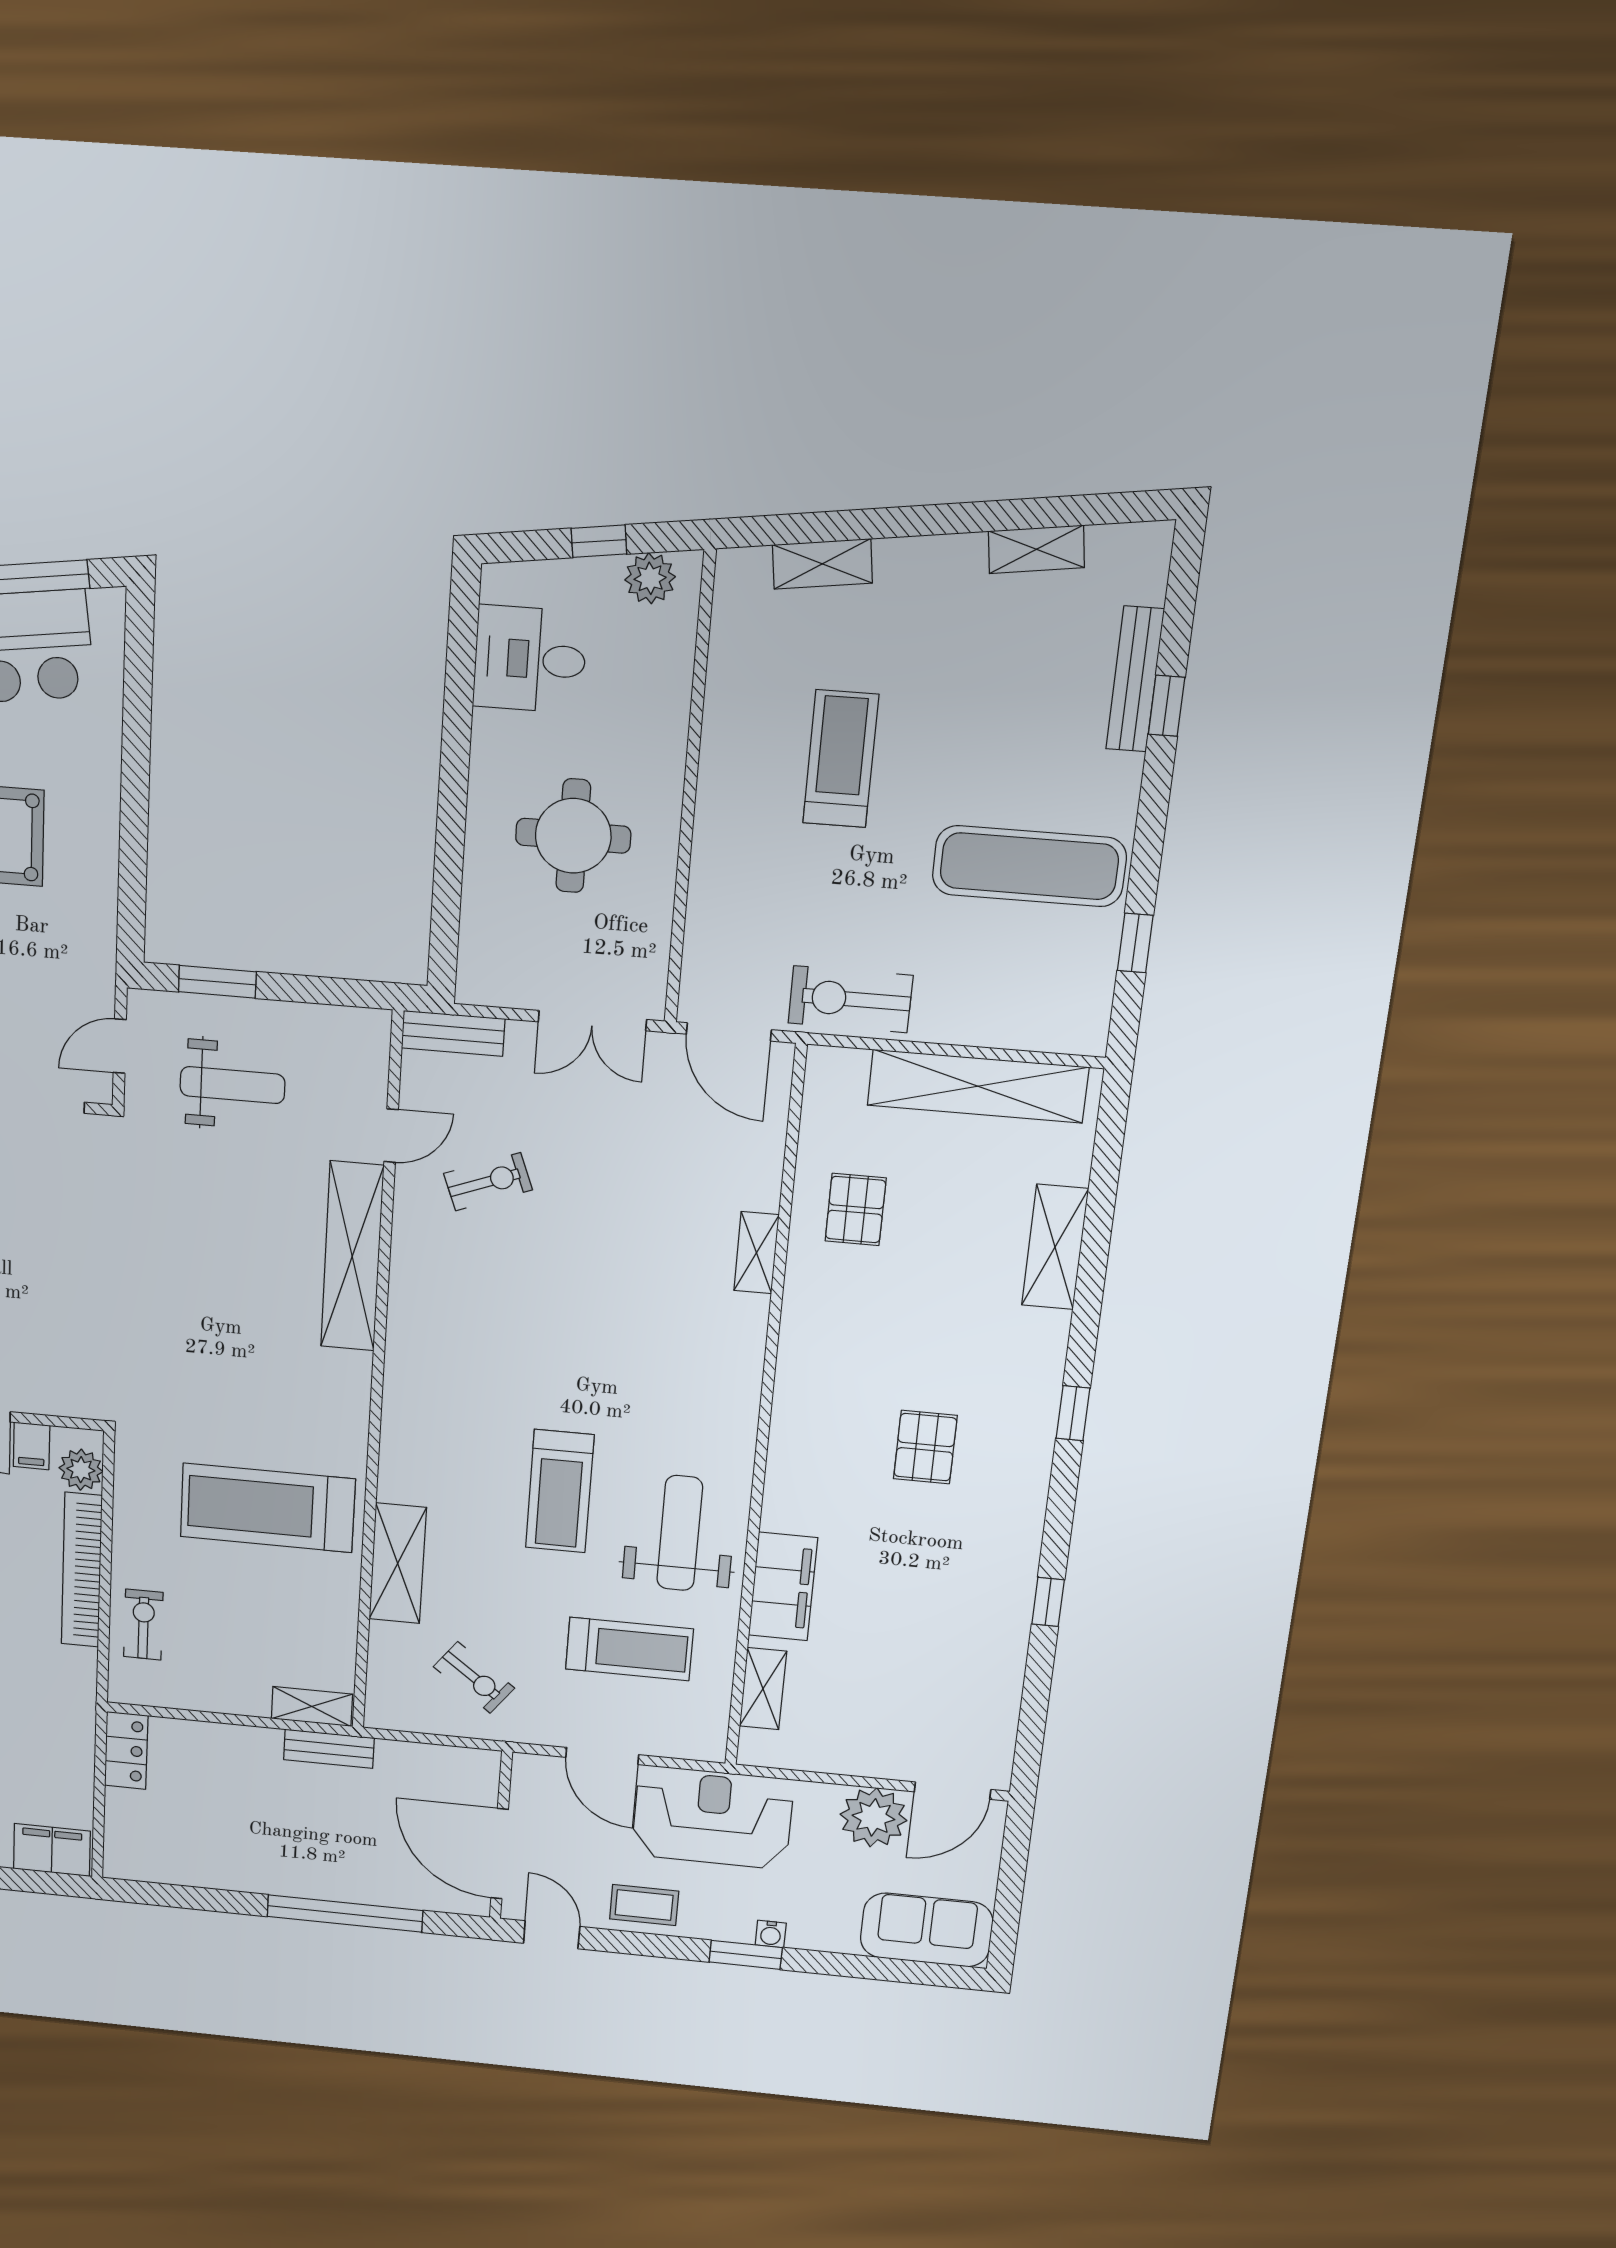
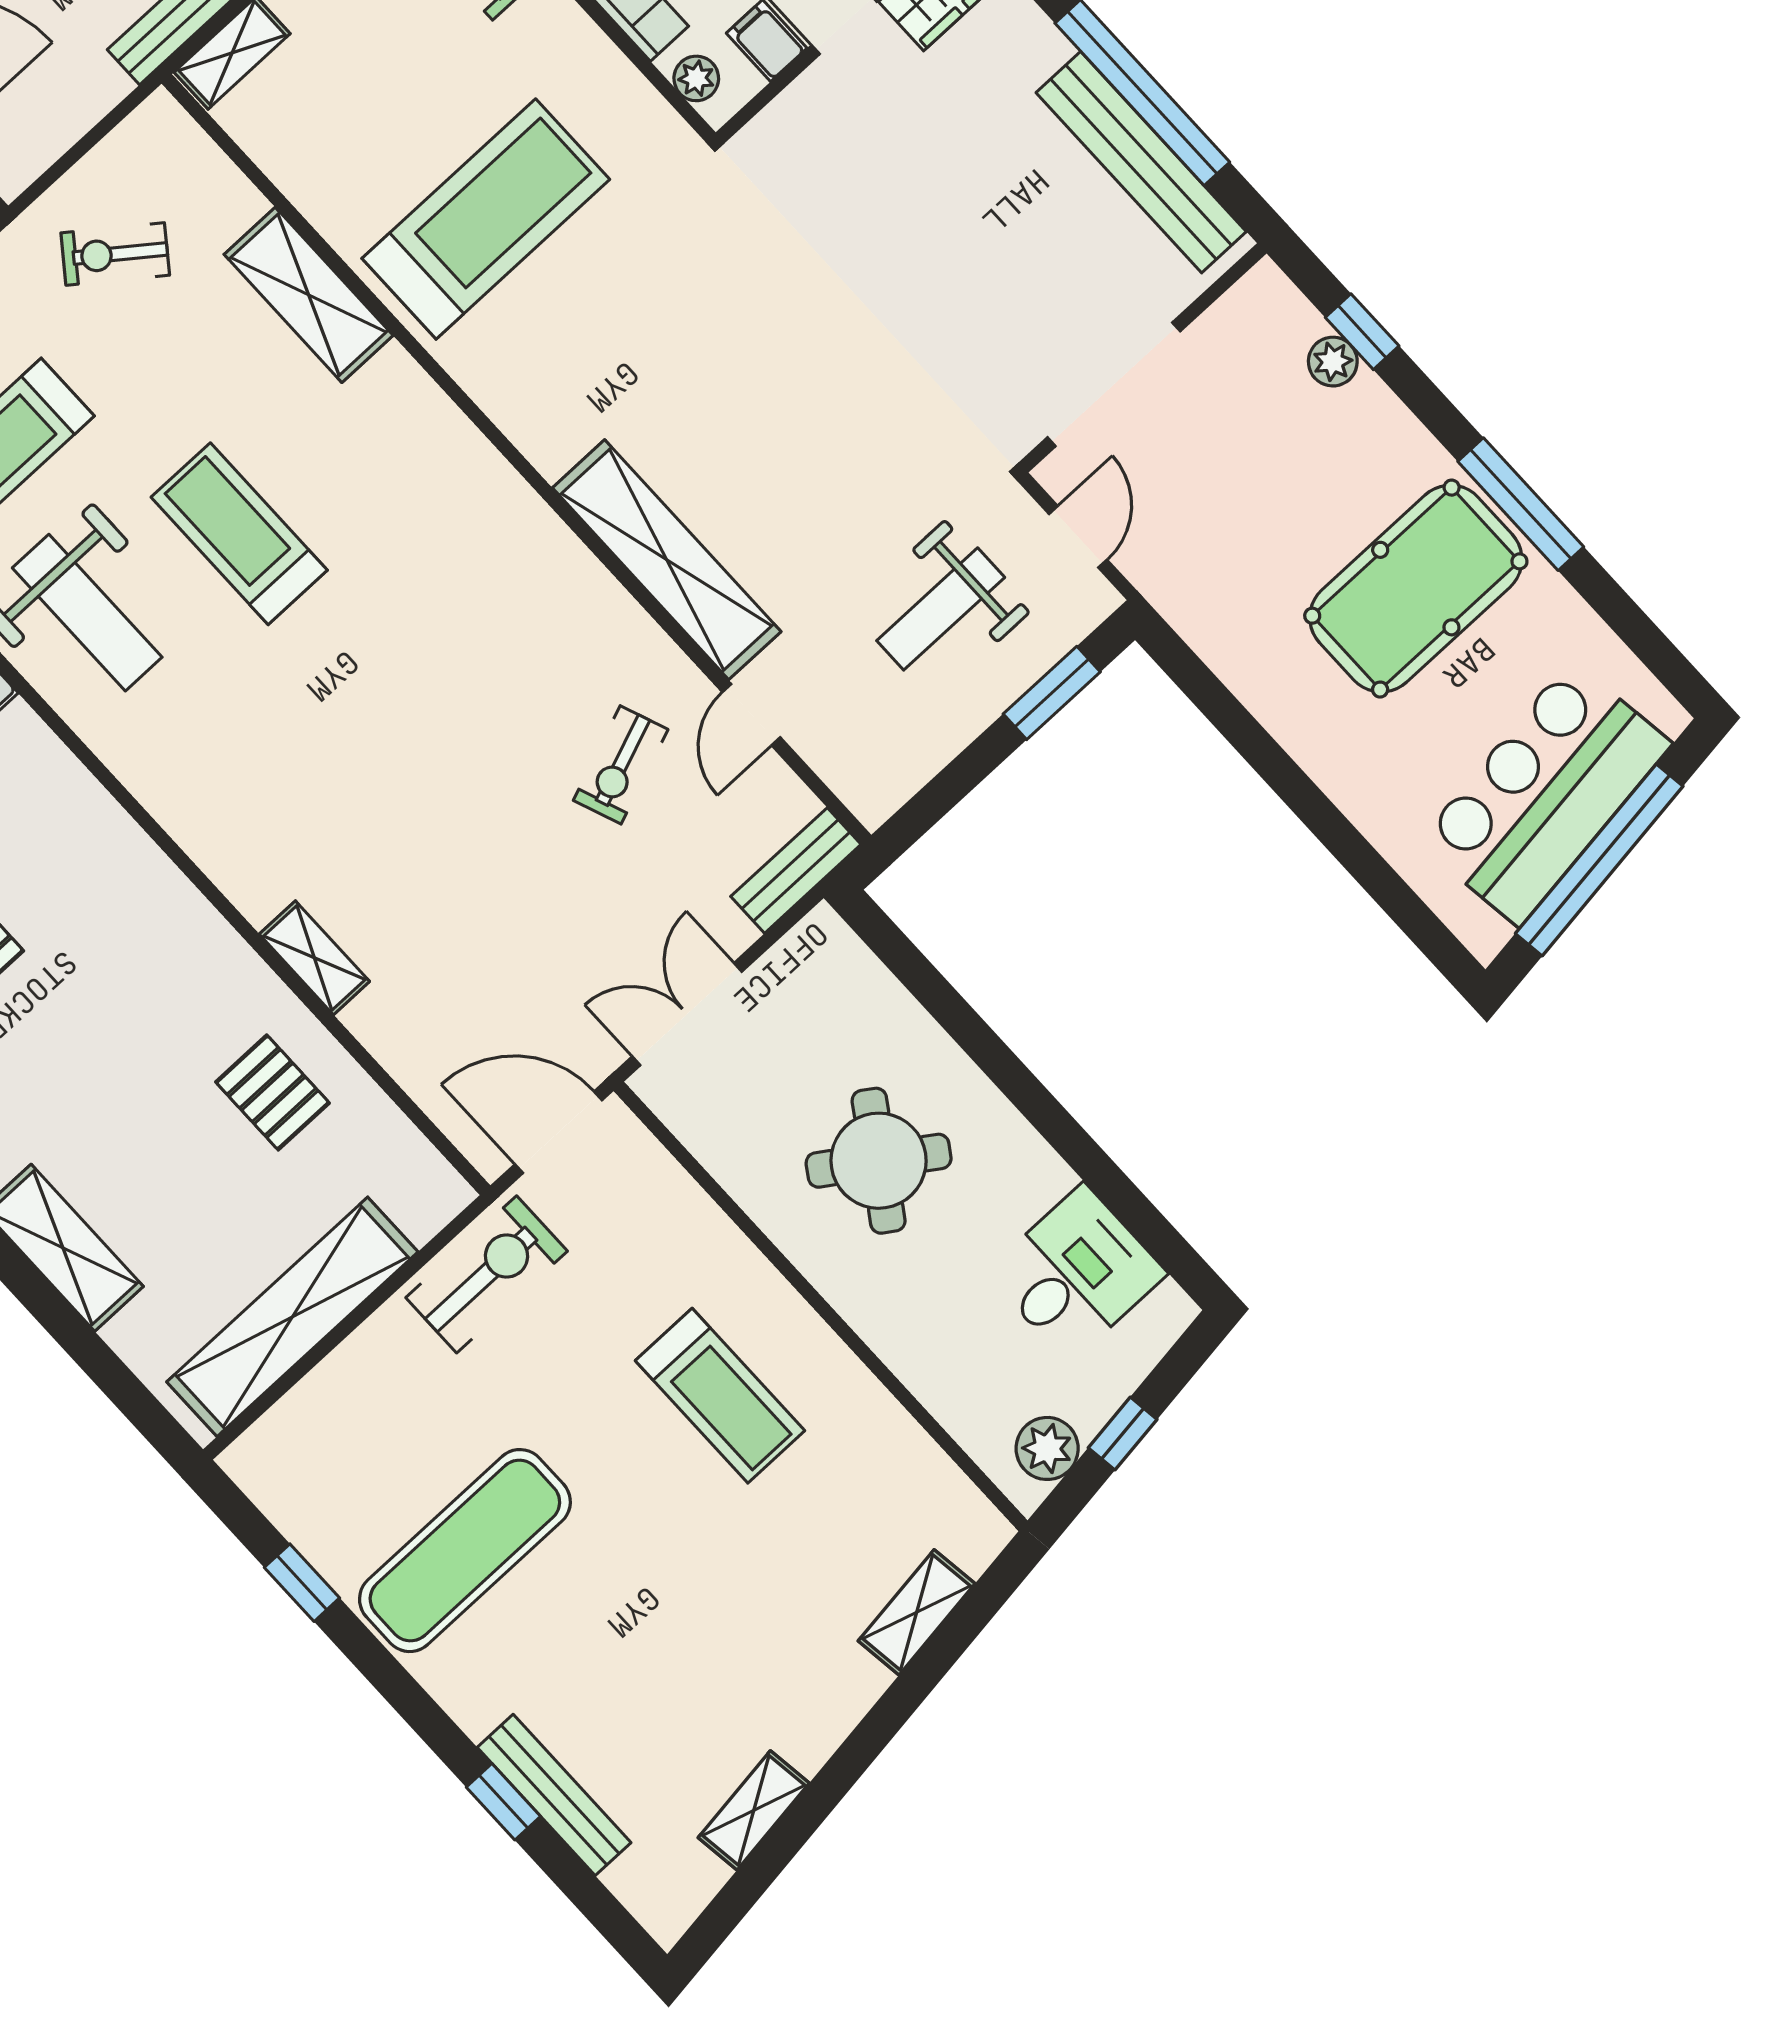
treadmill: (841, 759) -> (720, 1396), moved
round table: (573, 836) -> (879, 1161), turned 34
plant: (81, 1470) -> (696, 78), width x0.73, depth x0.73

